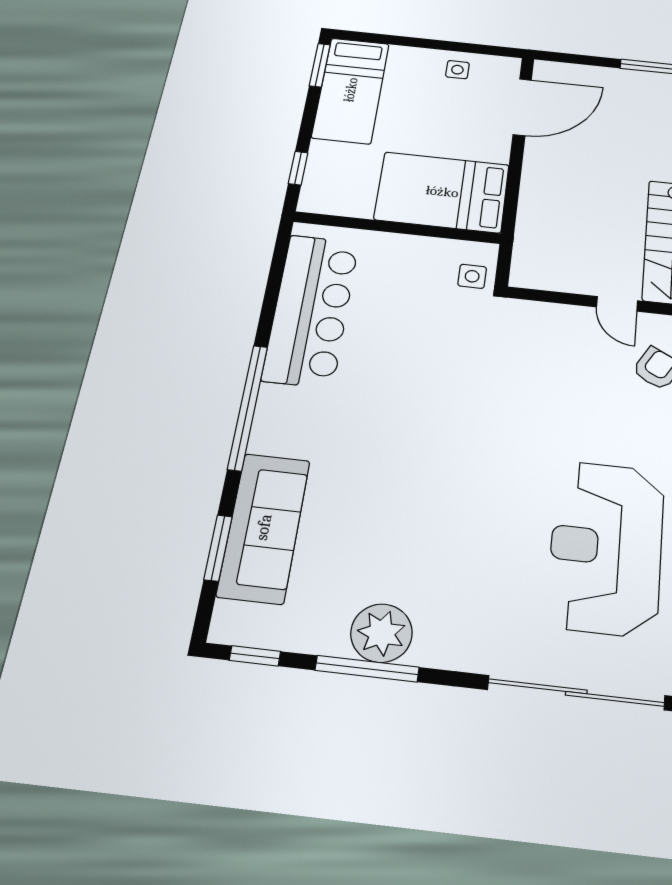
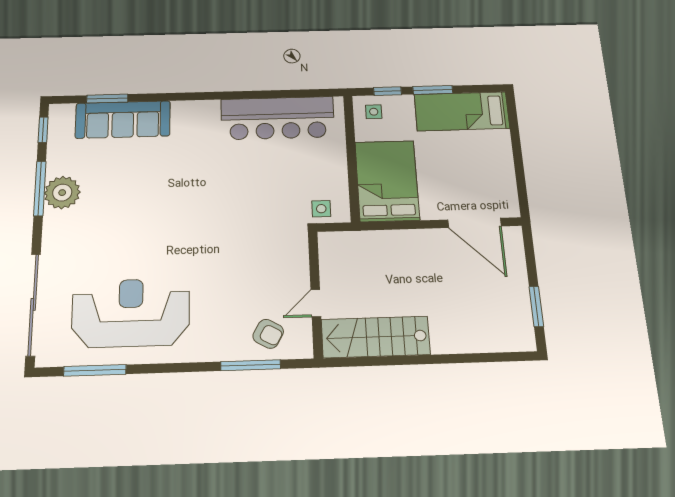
window: (320, 65) -> (433, 90), moved
side table: (457, 70) -> (374, 112), moved
window: (248, 407) -> (202, 96), removed

